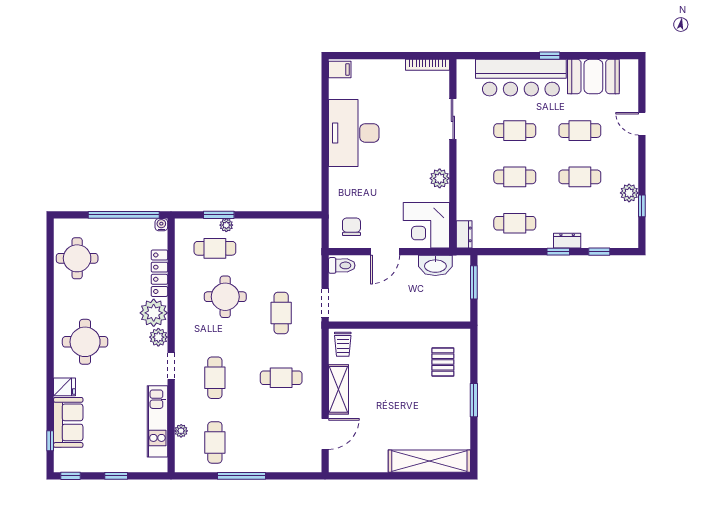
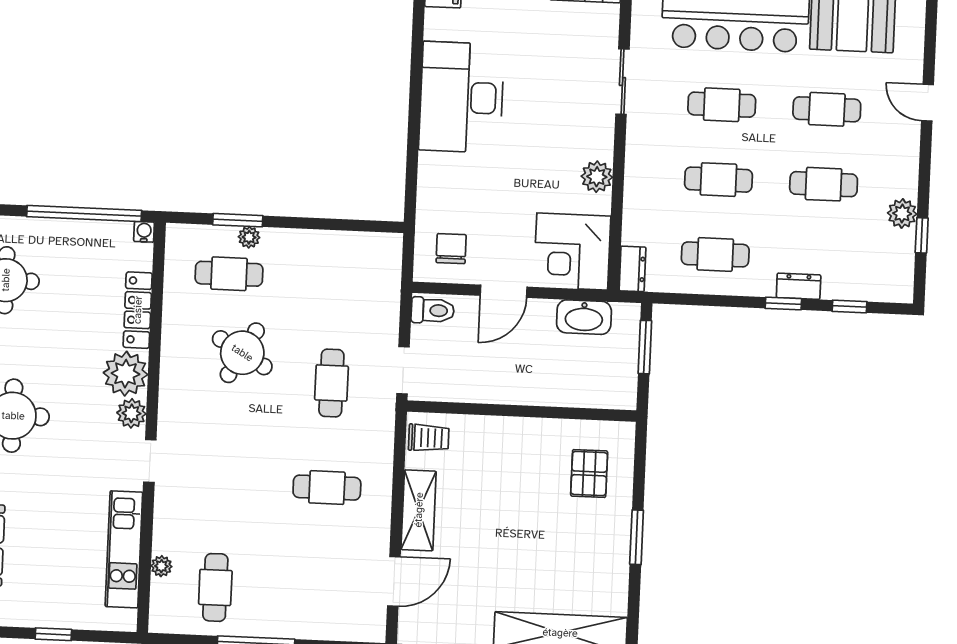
round table: (225, 297) -> (242, 353), turned 30
trolley: (343, 344) -> (429, 438), turned -90
cafe table: (215, 378) -> (220, 483), removed

